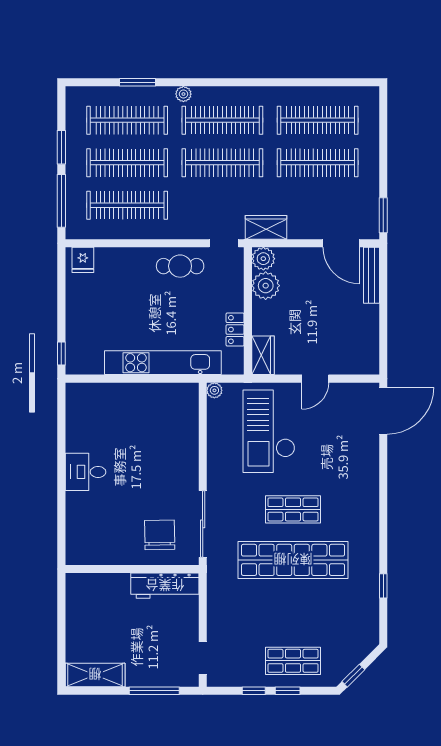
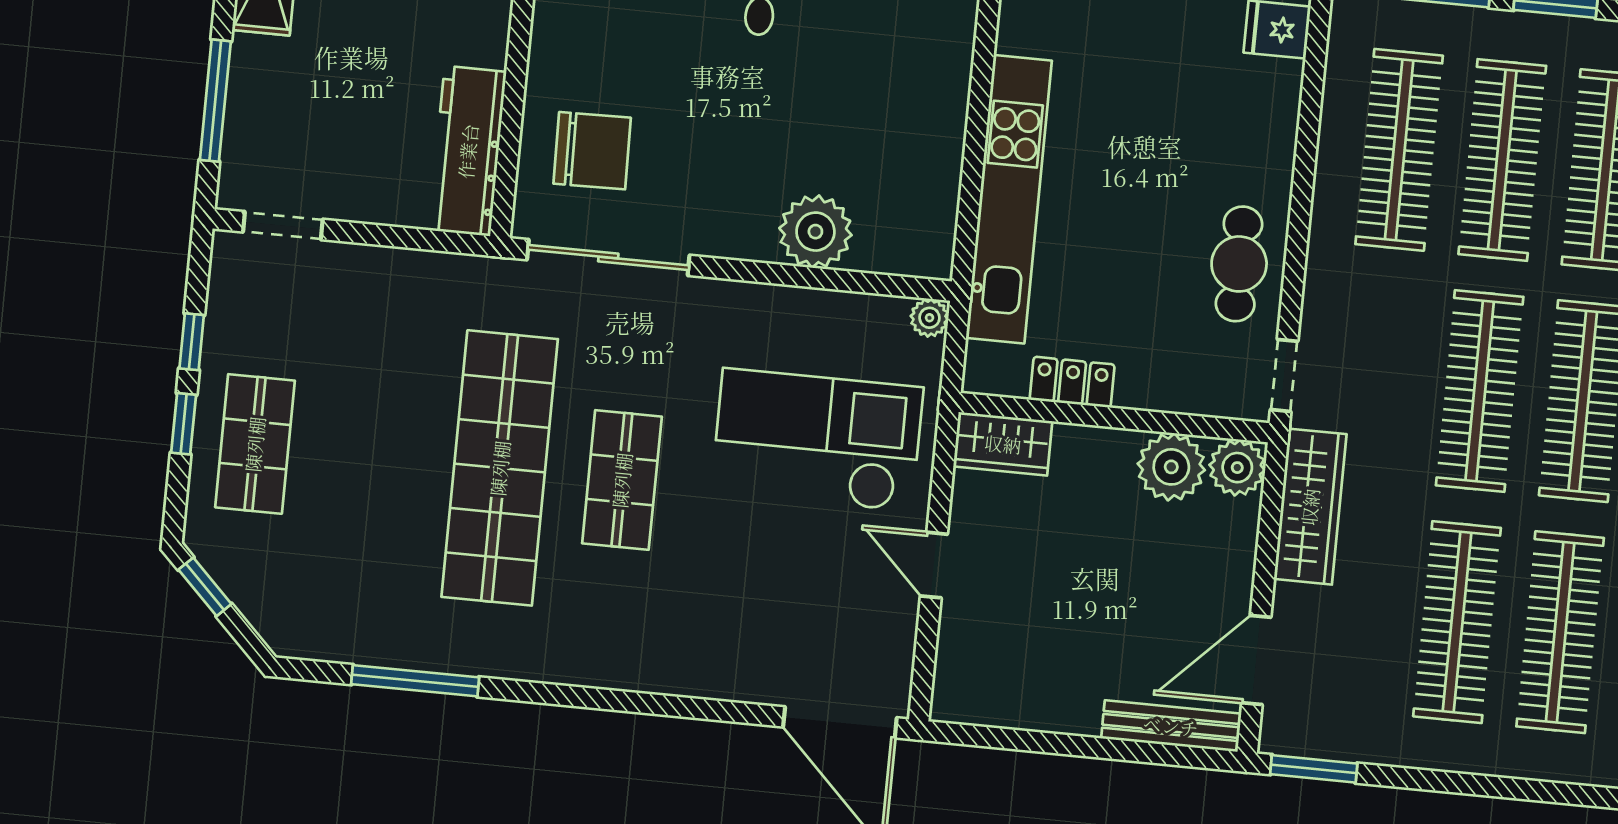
wardrobe: (266, 227) -> (1310, 507), width x1.50
plant: (184, 440) -> (815, 232), added
window: (383, 586) -> (415, 681), width x2.17

